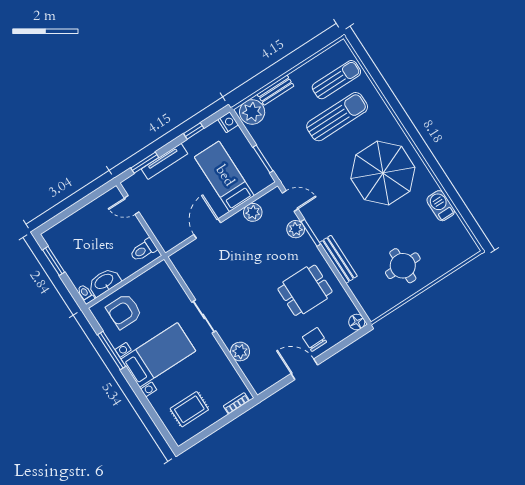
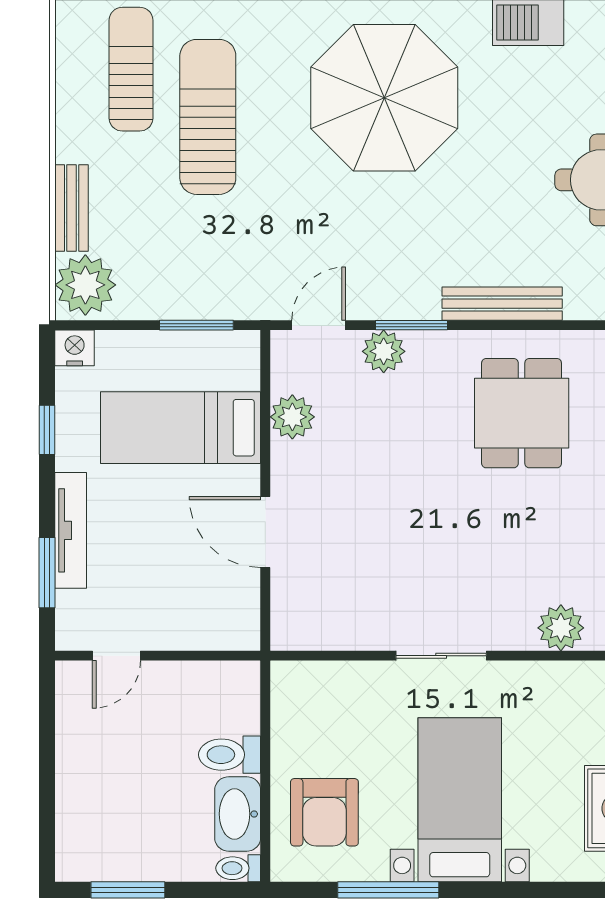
toilet: (143, 250) -> (230, 755), moved, turned 90

